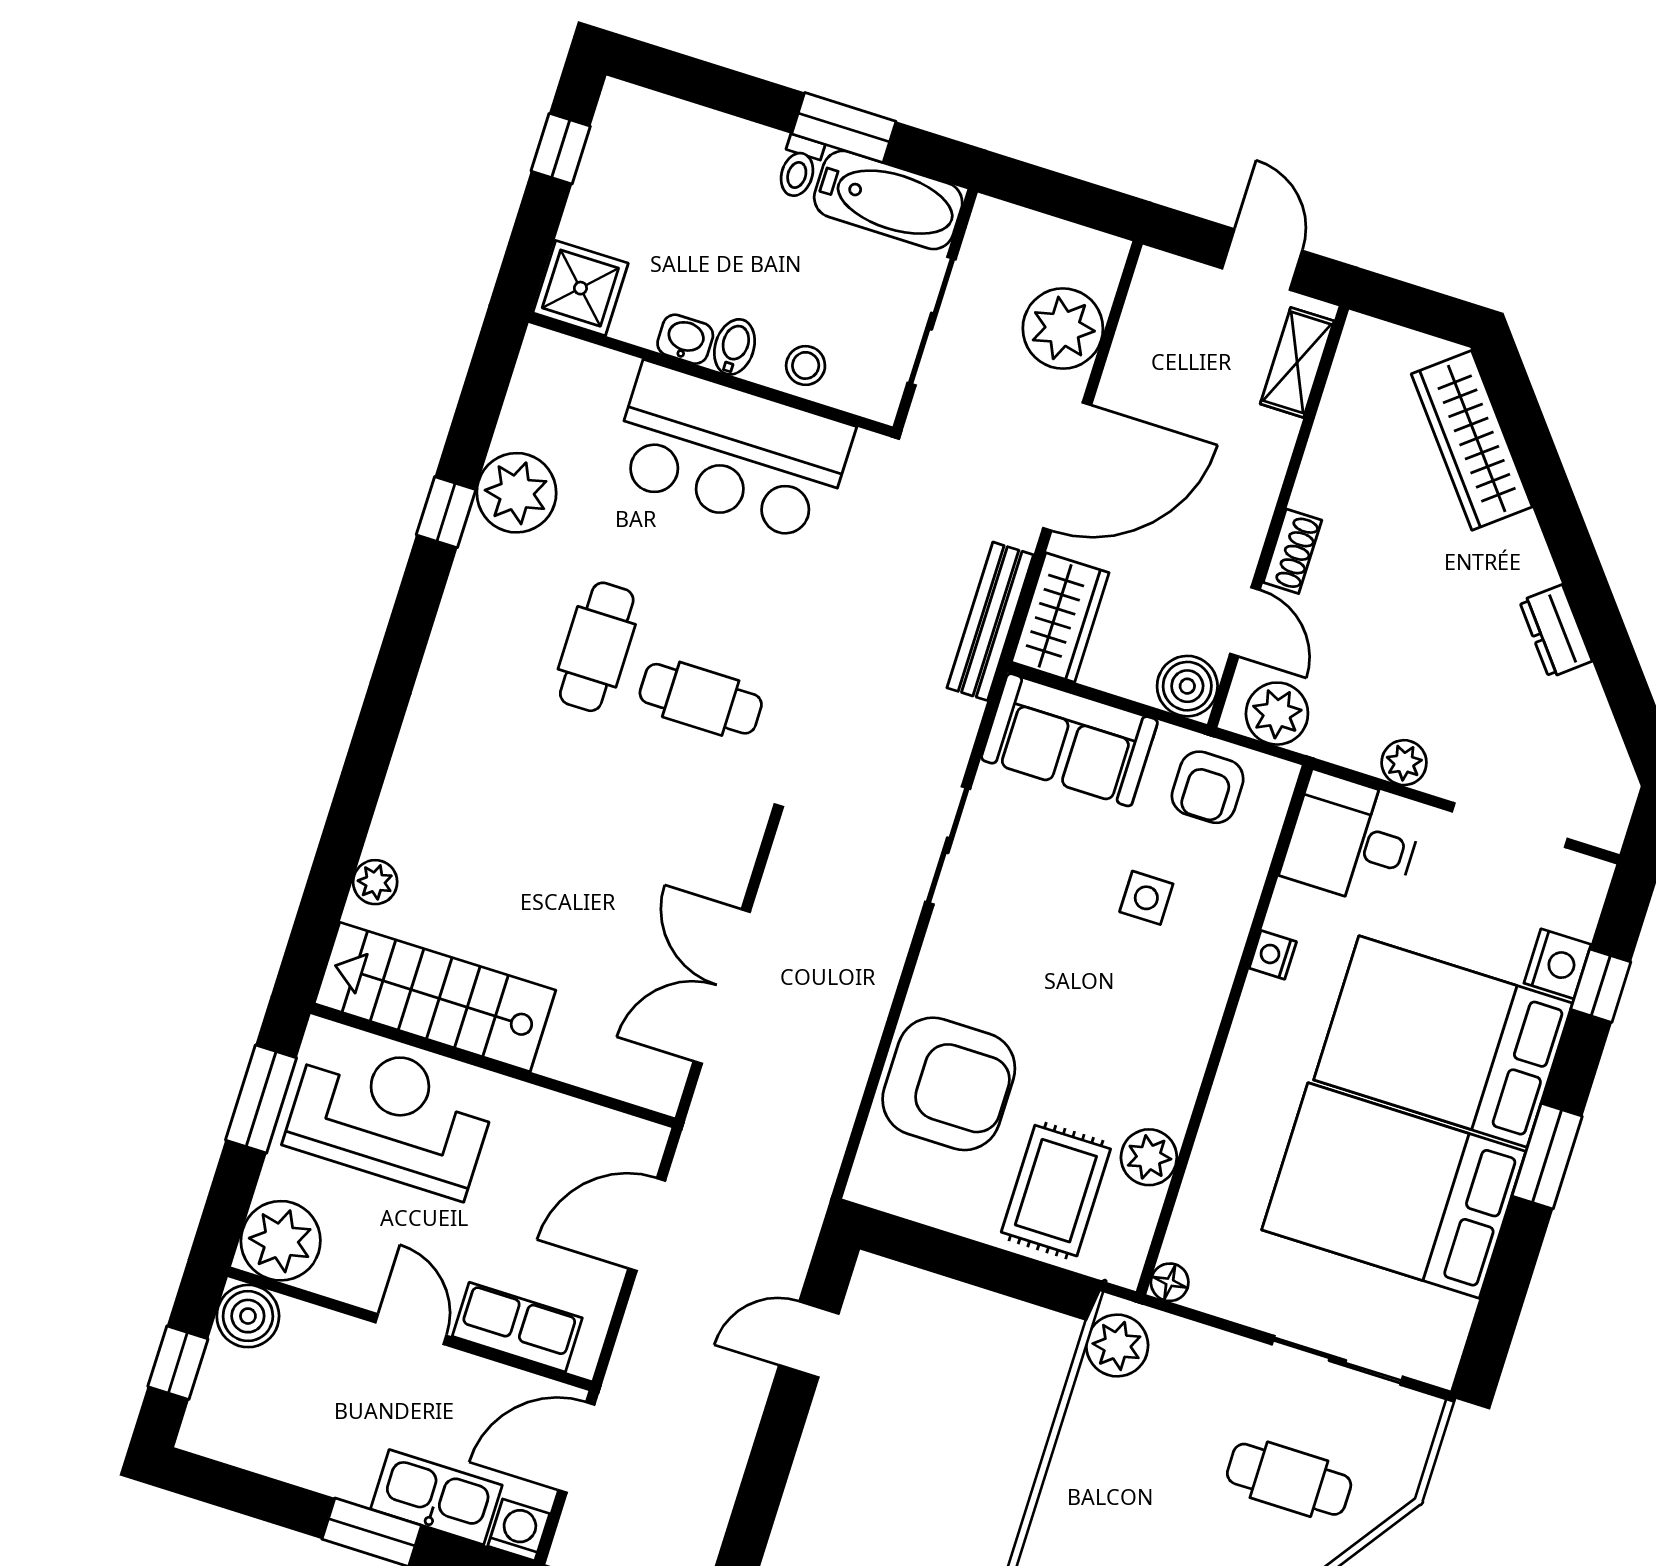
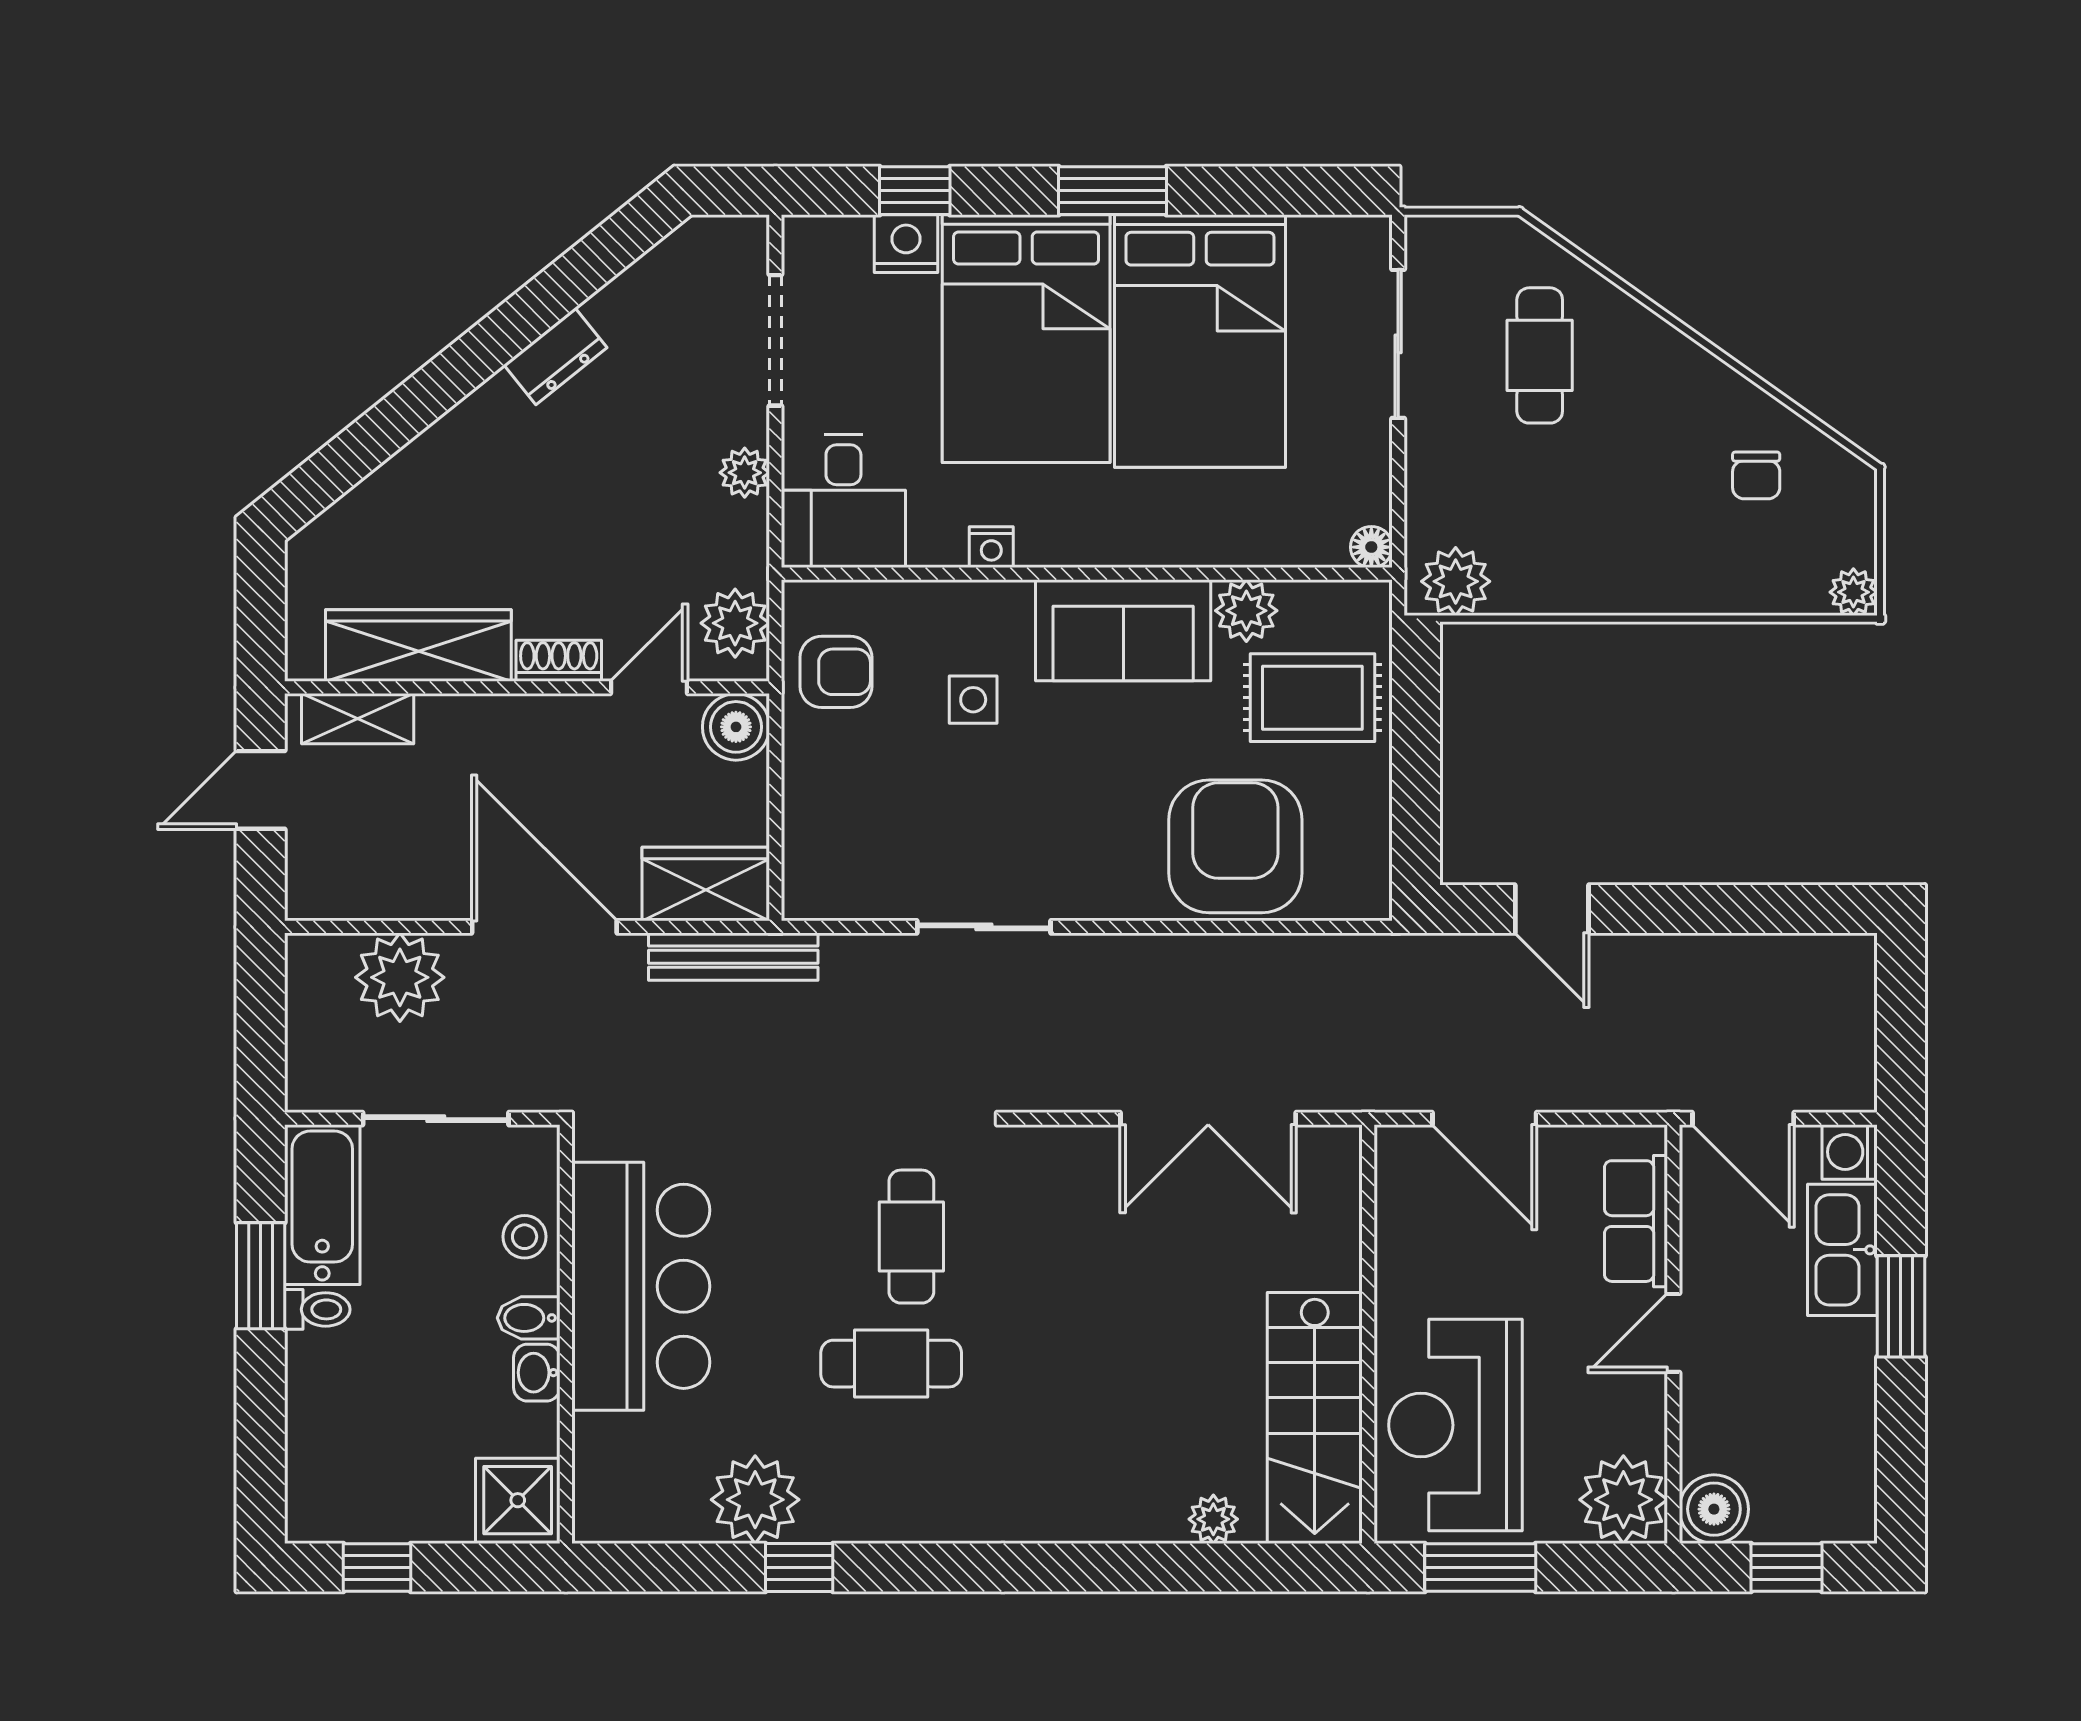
wardrobe: (1472, 440) -> (418, 646), moved, turned -141
sofa: (1069, 740) -> (1123, 630), moved, turned 90

